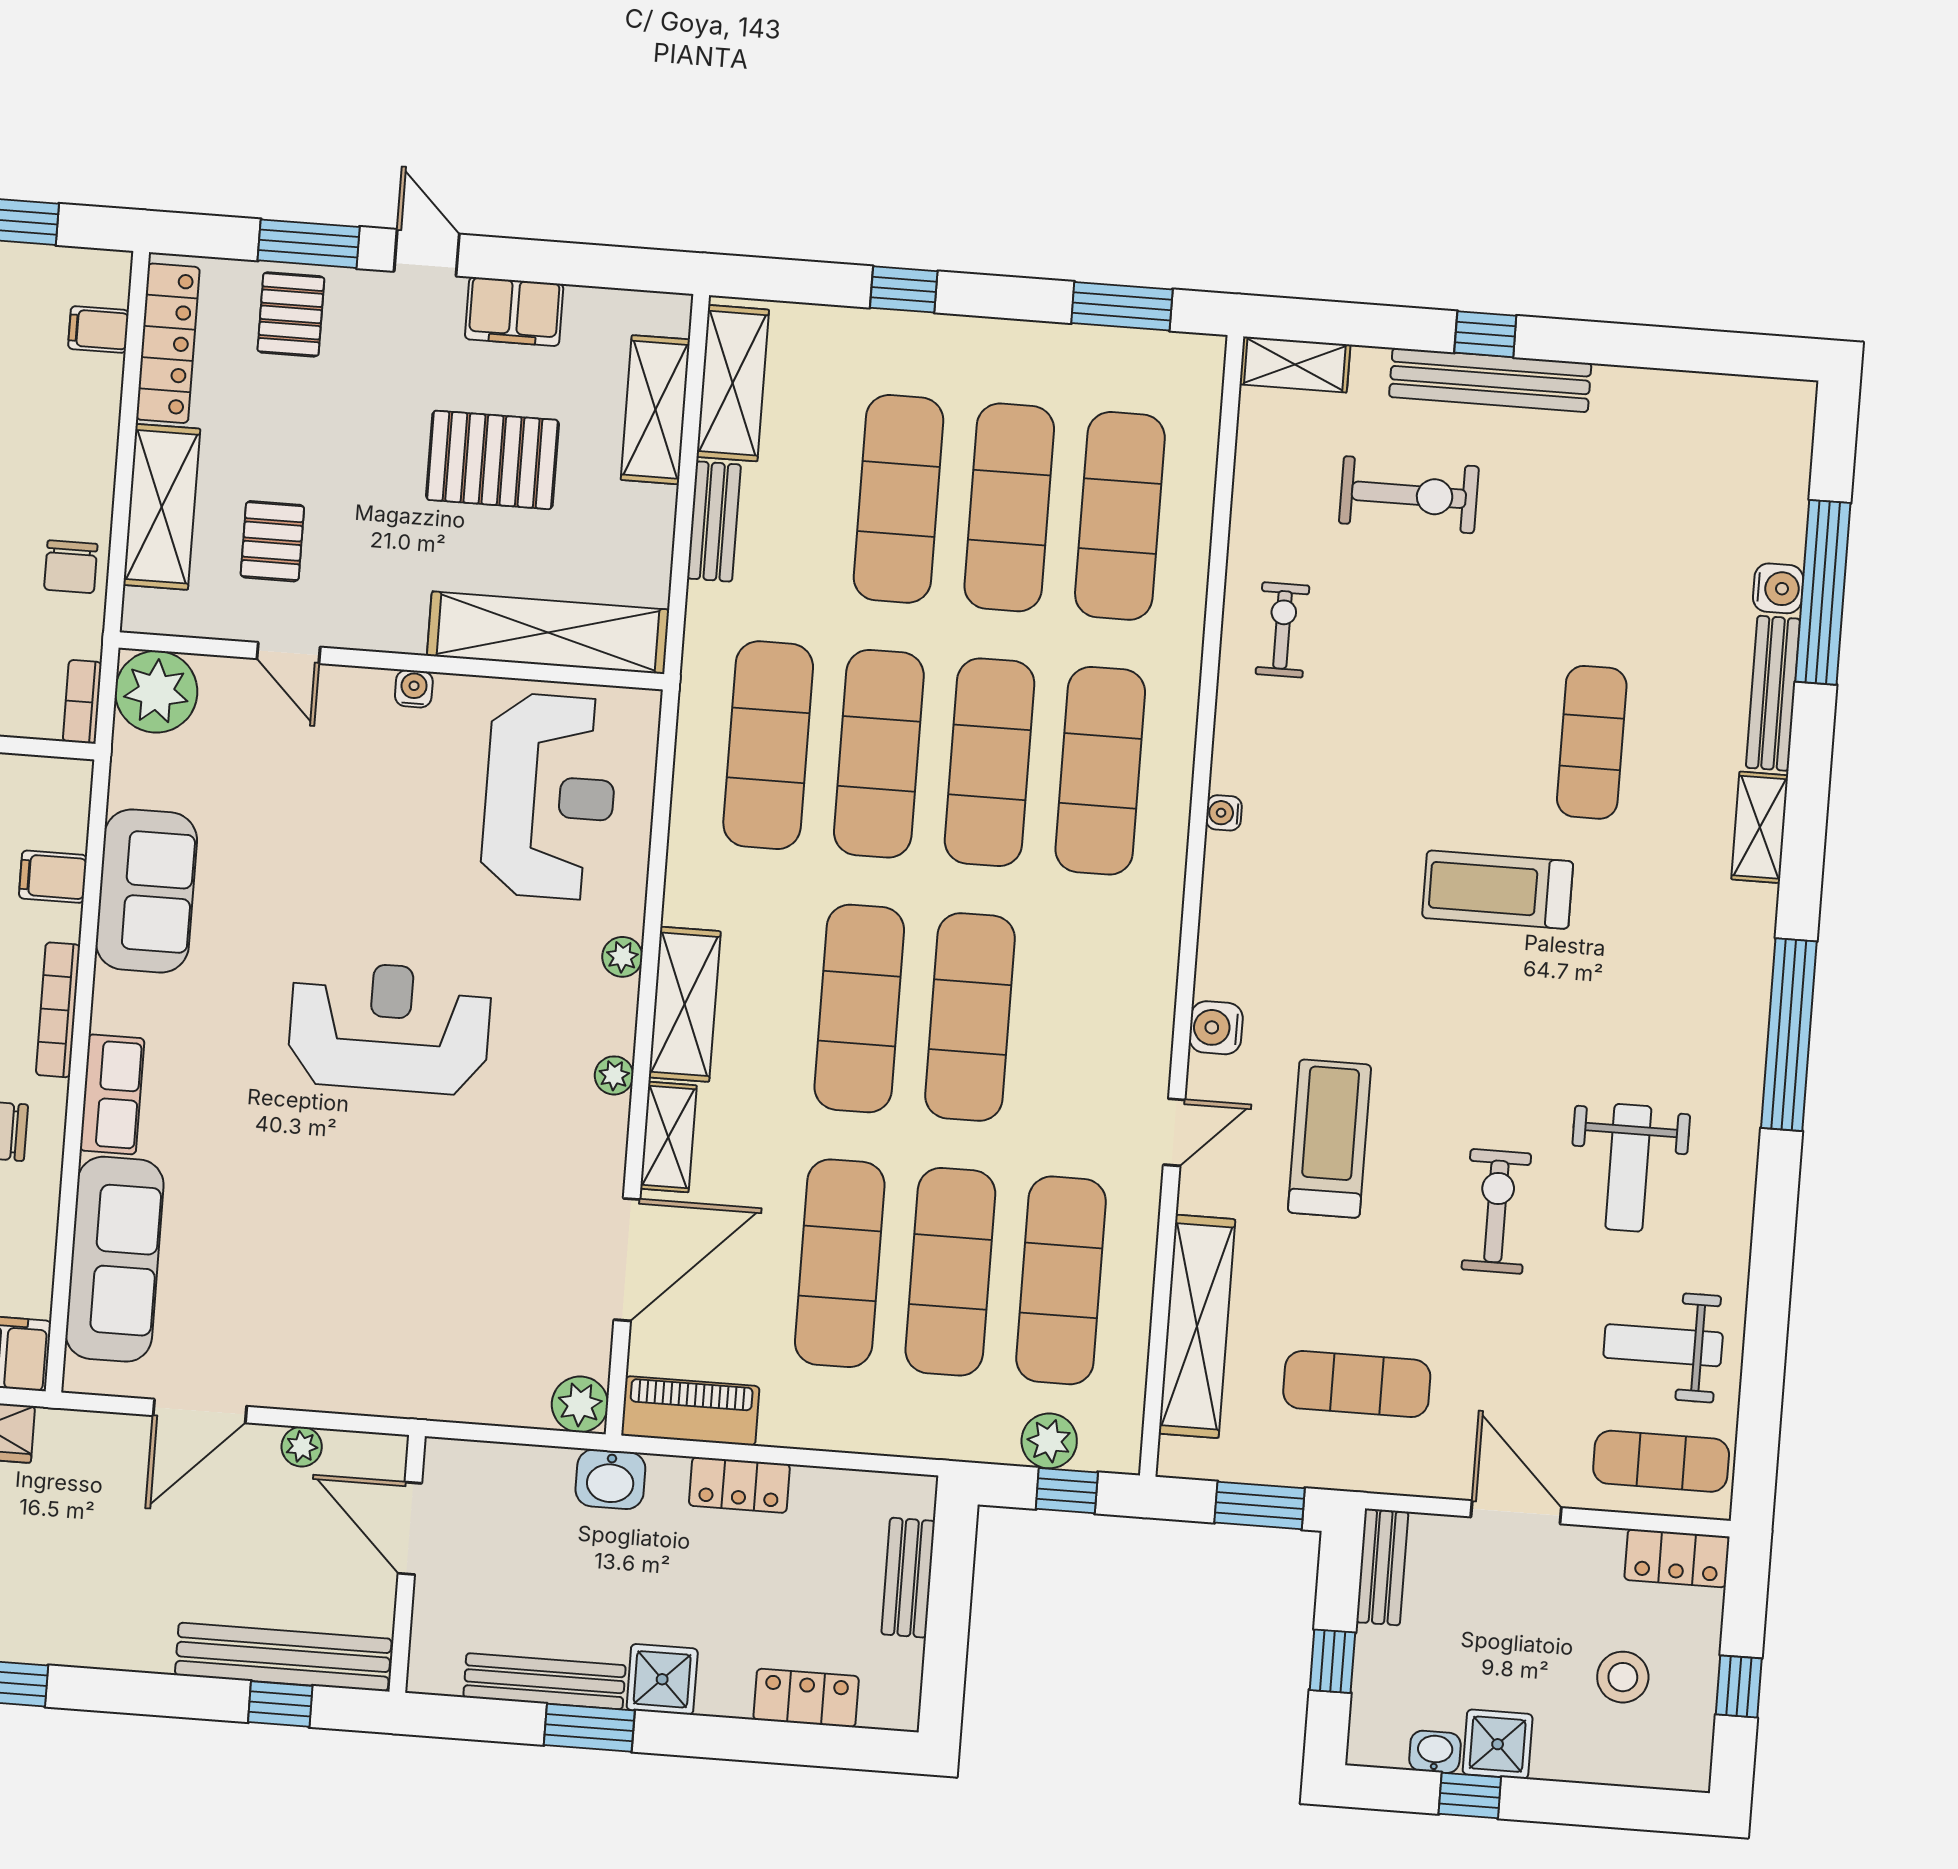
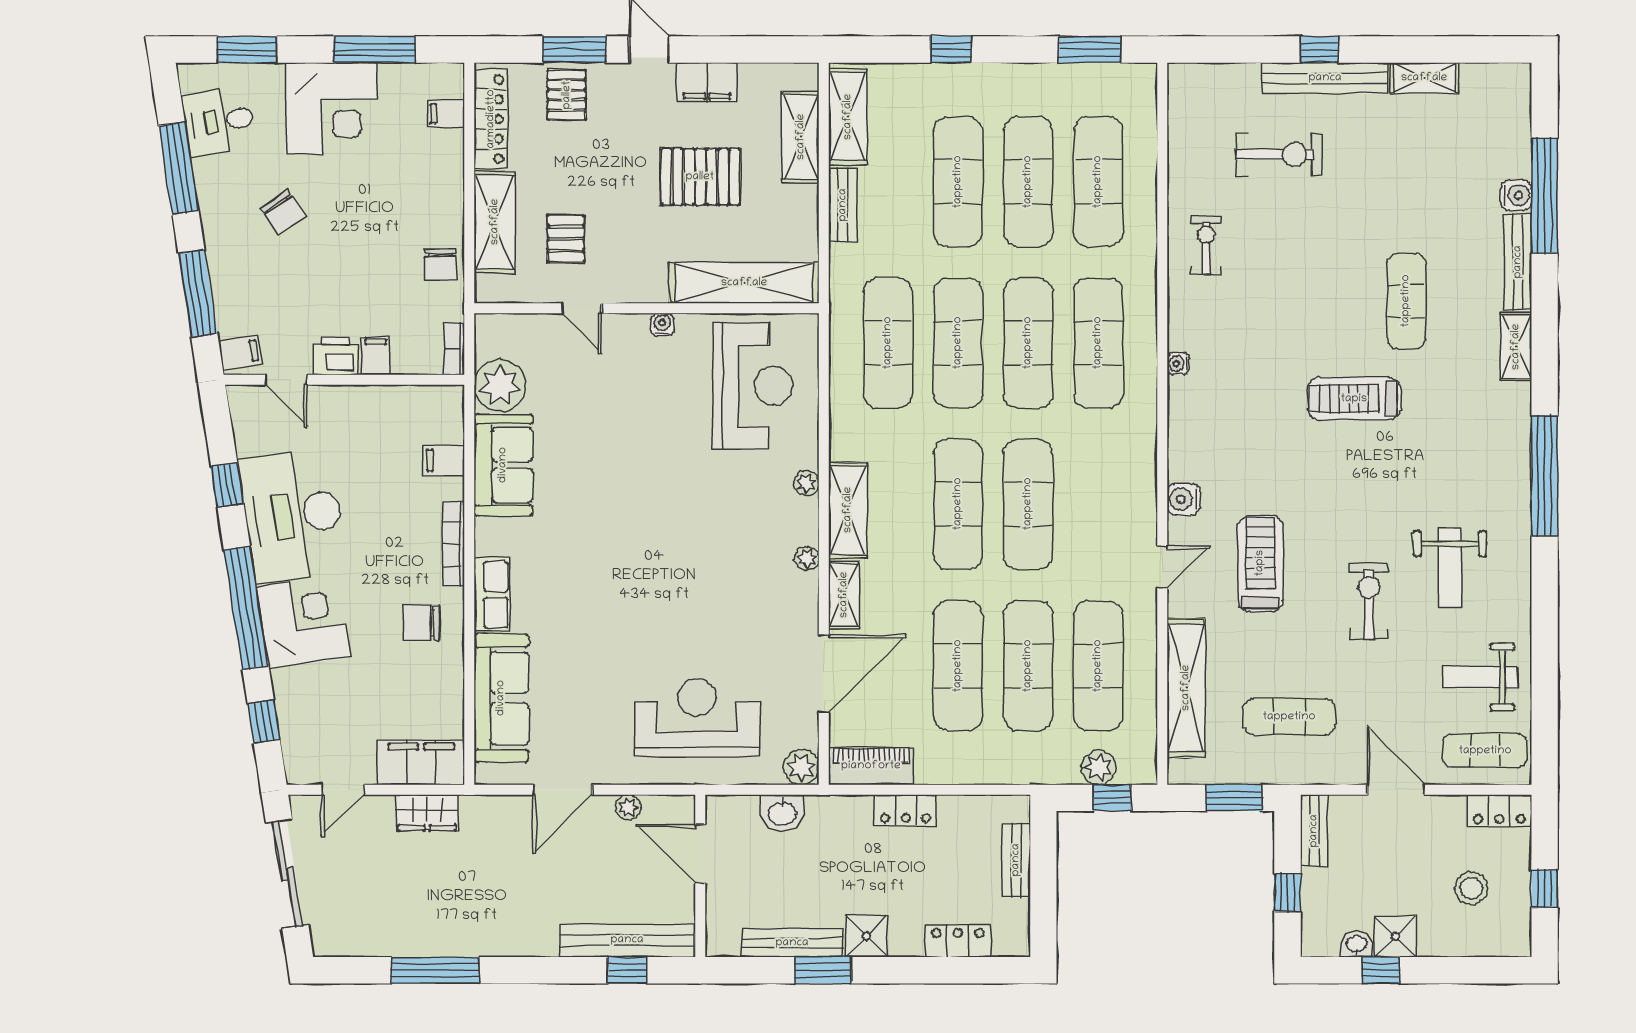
shelving: (1295, 364) -> (1424, 78), moved
plant: (156, 692) -> (500, 386), moved
reception desk: (389, 1027) -> (697, 718), moved
washbasin: (610, 1479) -> (782, 813), moved

